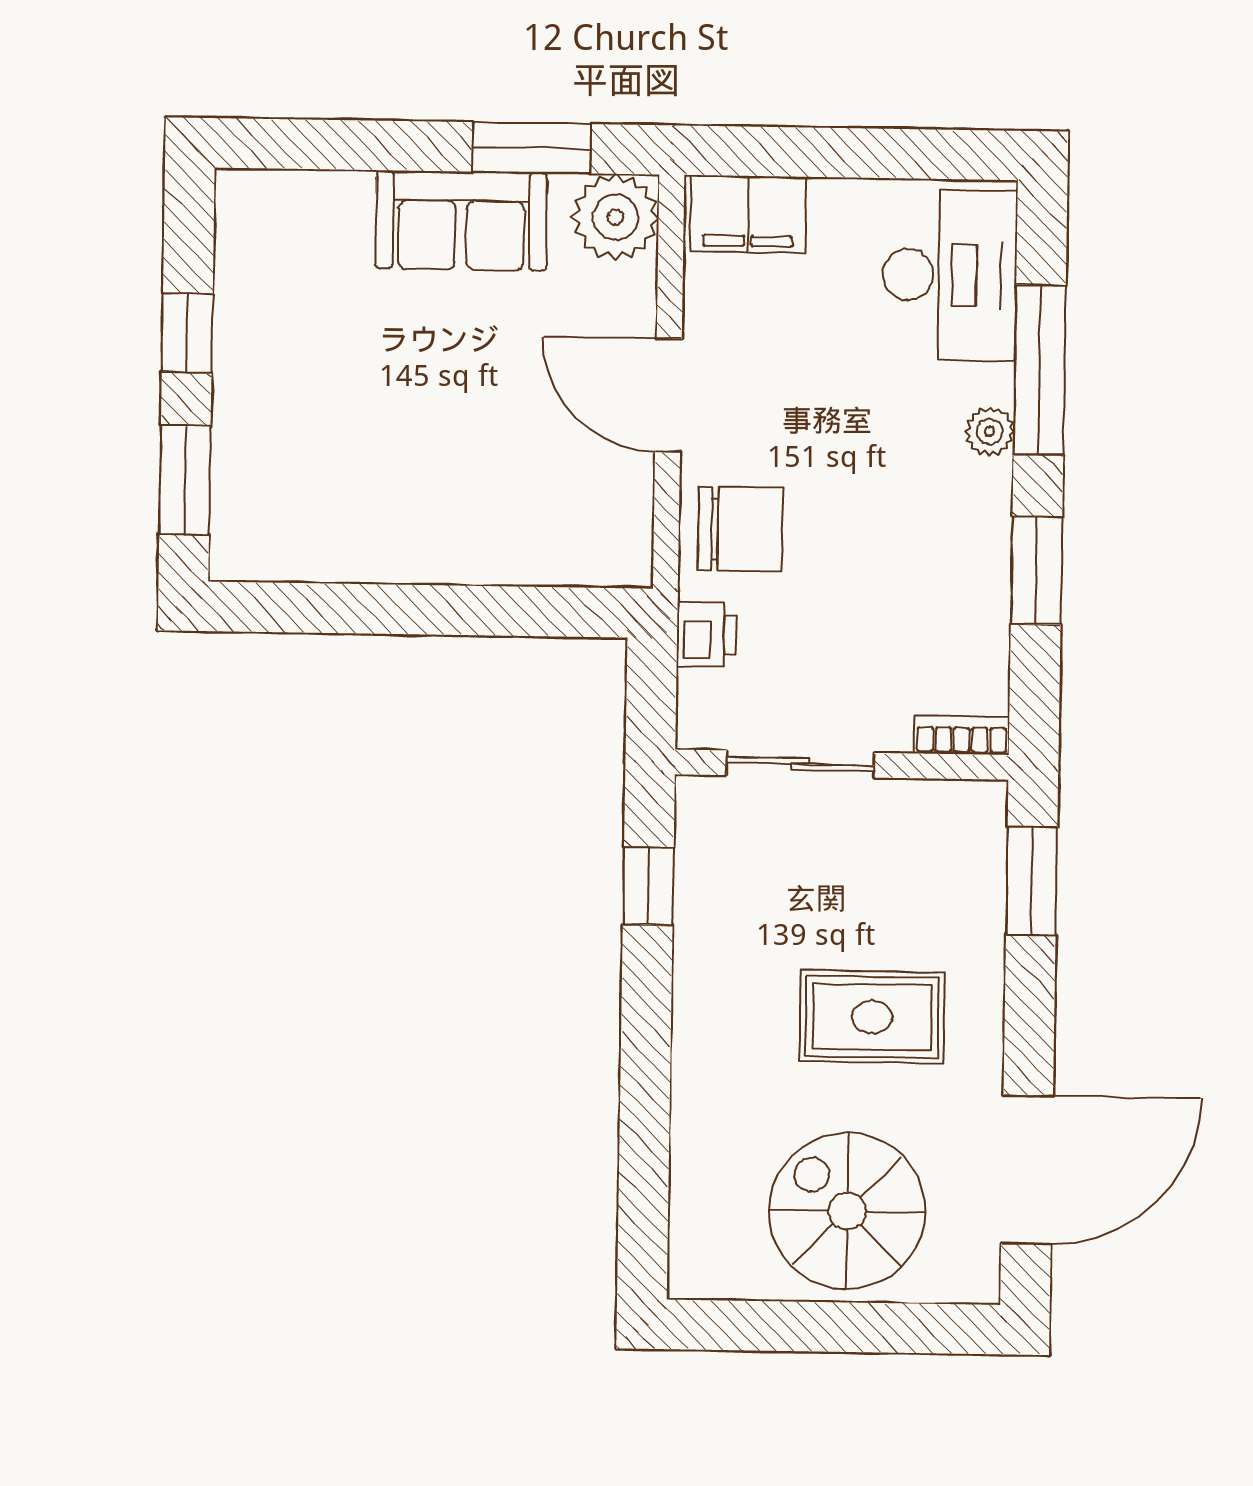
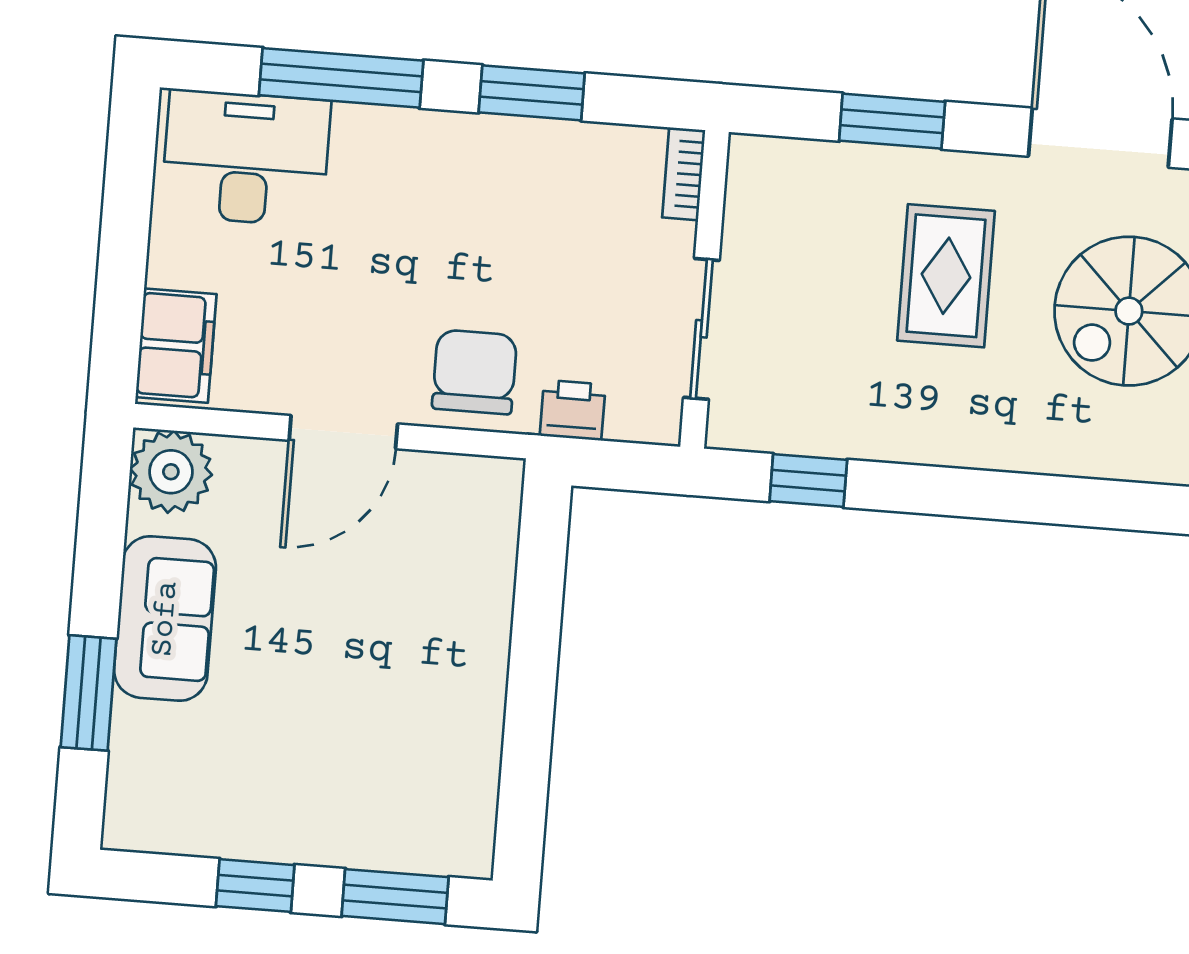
window: (532, 148) -> (88, 693), moved
plant: (989, 431) -> (397, 129), removed
window: (1032, 881) -> (892, 121), moved

